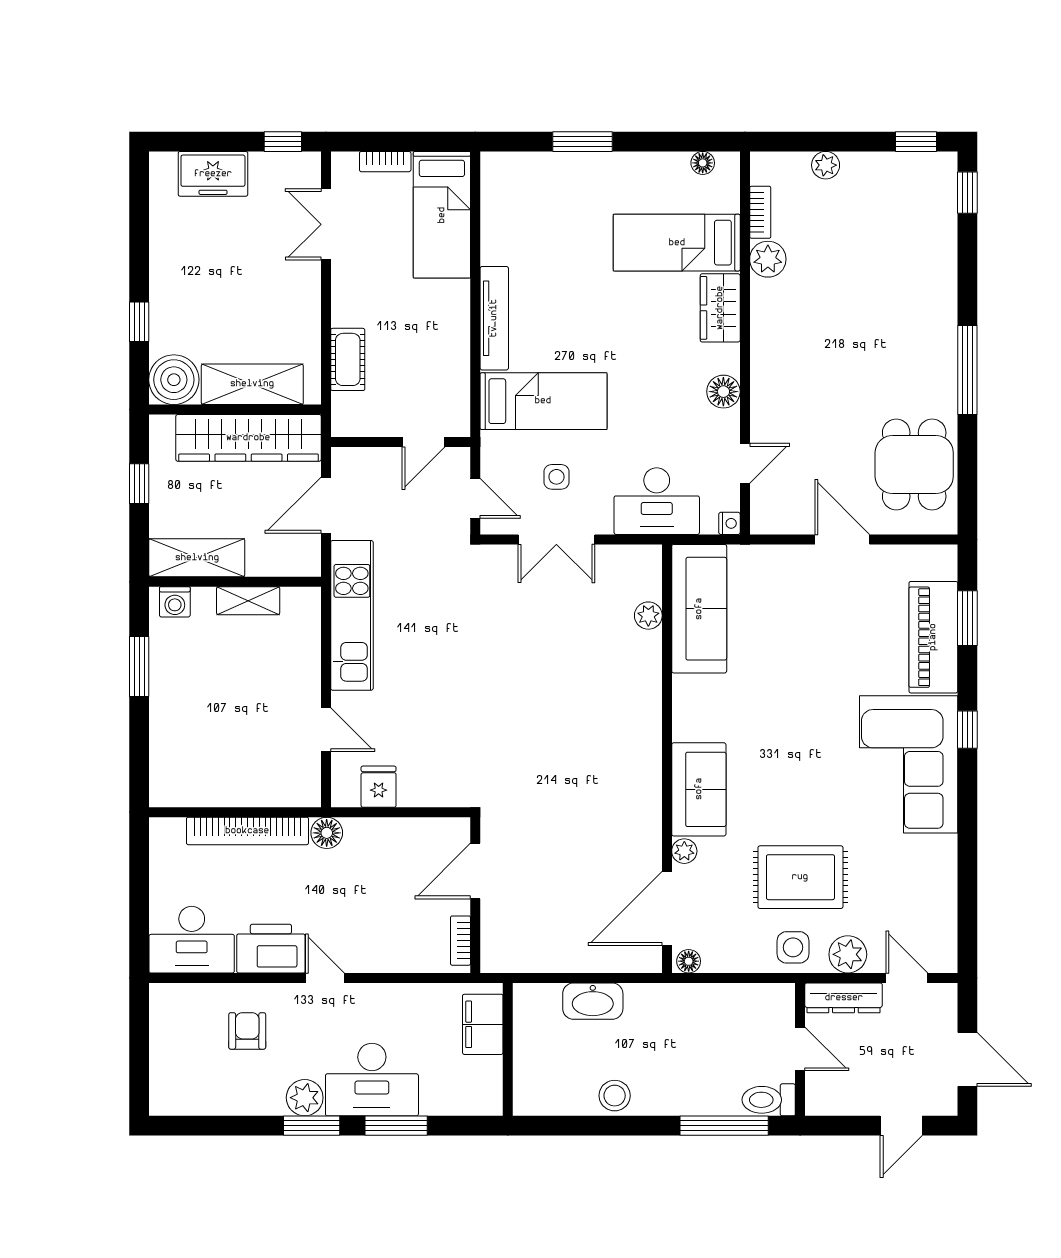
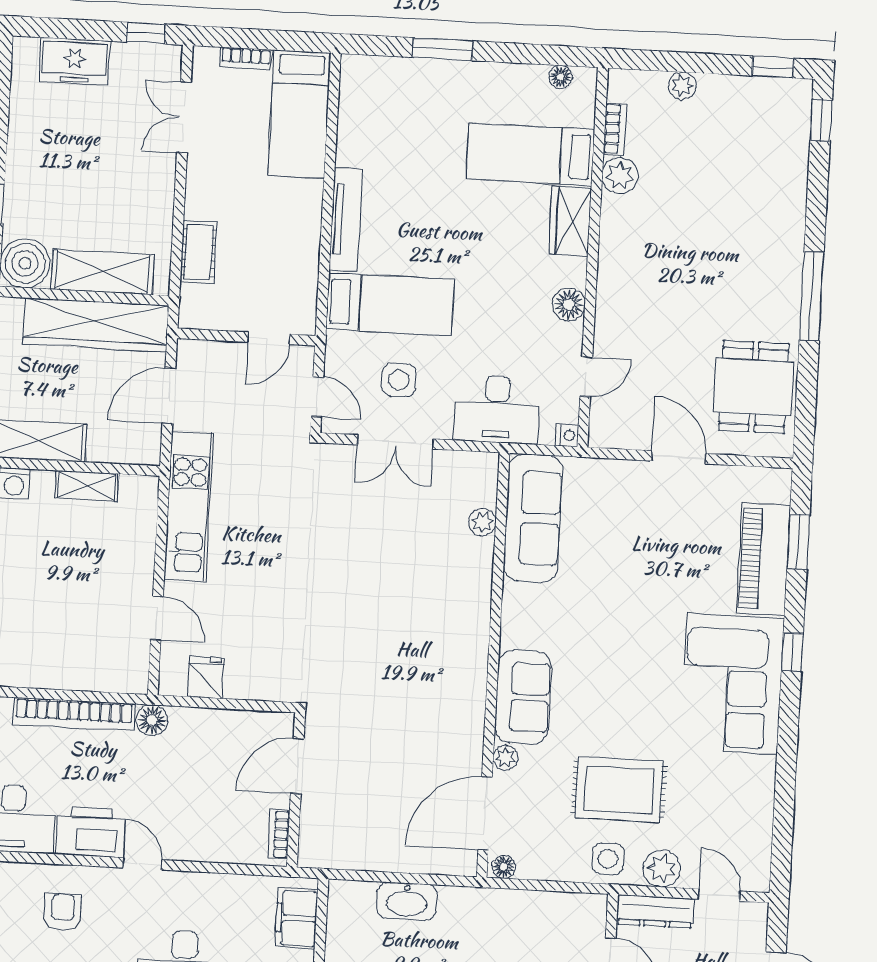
side table: (556, 477) -> (399, 380), width x1.37, depth x1.37

